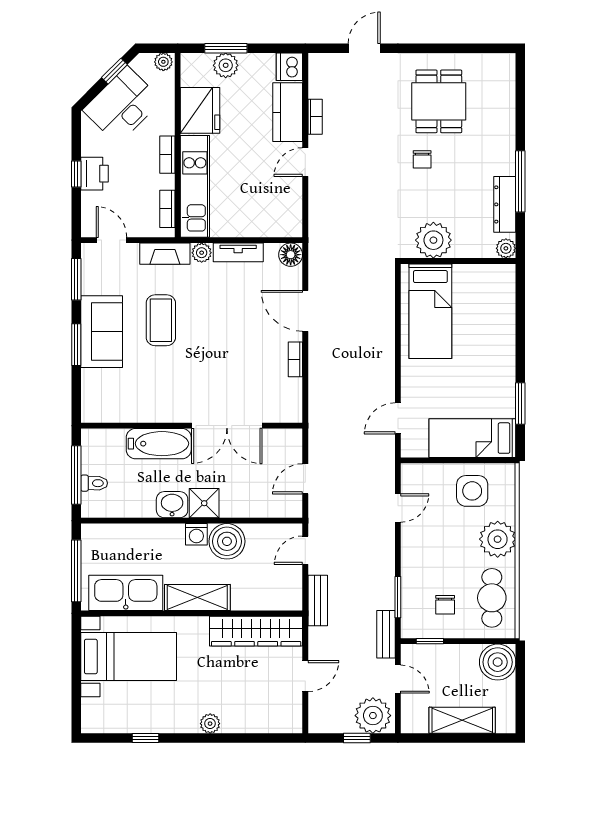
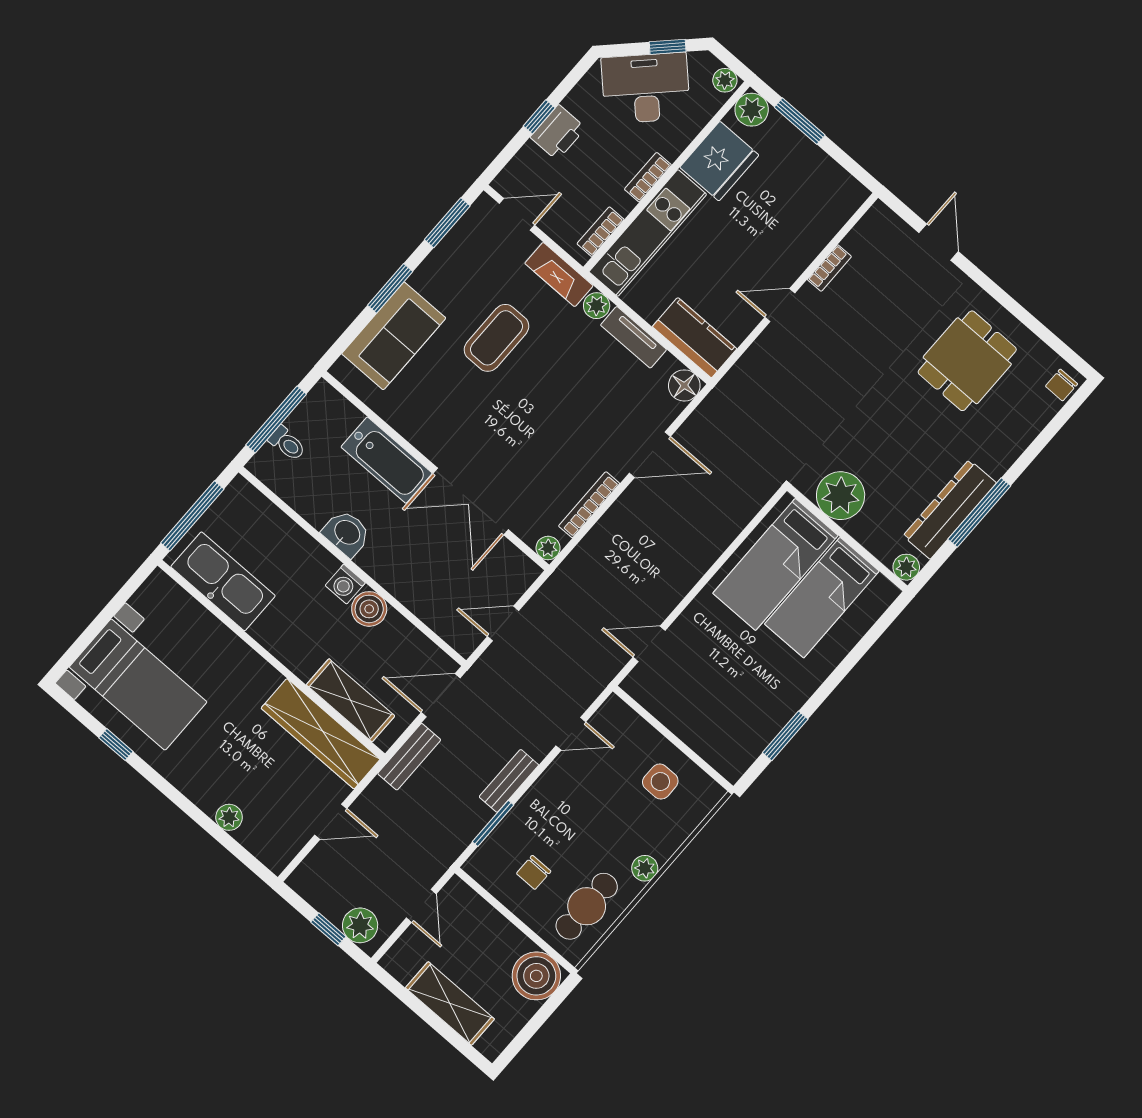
door: (364, 48) -> (939, 242), hinge flipped
plant: (226, 65) -> (752, 110), moved
dishwasher: (289, 67) -> (847, 195), removed
kitchen counter: (288, 112) -> (695, 338), moved, turned 90
chair: (422, 159) -> (1061, 385), moved
dresser: (505, 204) -> (950, 509), width x1.37, depth x1.24
door: (112, 240) -> (517, 214), hinge flipped
door: (305, 311) -> (650, 455), swing flipped
sofa: (102, 332) -> (394, 336), moved
bookcase: (295, 359) -> (589, 505), width x1.56
plant: (294, 414) -> (548, 548), added
bed: (472, 438) -> (822, 598), moved, turned -90
side table: (472, 491) -> (660, 782), width x0.73, depth x0.73
shower: (204, 503) -> (380, 560), removed
plant: (498, 539) -> (645, 868), width x0.53, depth x0.53
boiler: (227, 541) -> (369, 609), width x0.73, depth x0.73
door: (305, 550) -> (441, 695), width x1.38
shelving: (197, 597) -> (351, 700), moved
bench: (386, 634) -> (509, 781), moved
window: (430, 641) -> (487, 896), removed
bed with nightstands: (129, 656) -> (138, 685), moved
plant: (373, 716) -> (360, 925), width x0.73, depth x0.73
plant: (210, 724) -> (229, 817), moved

